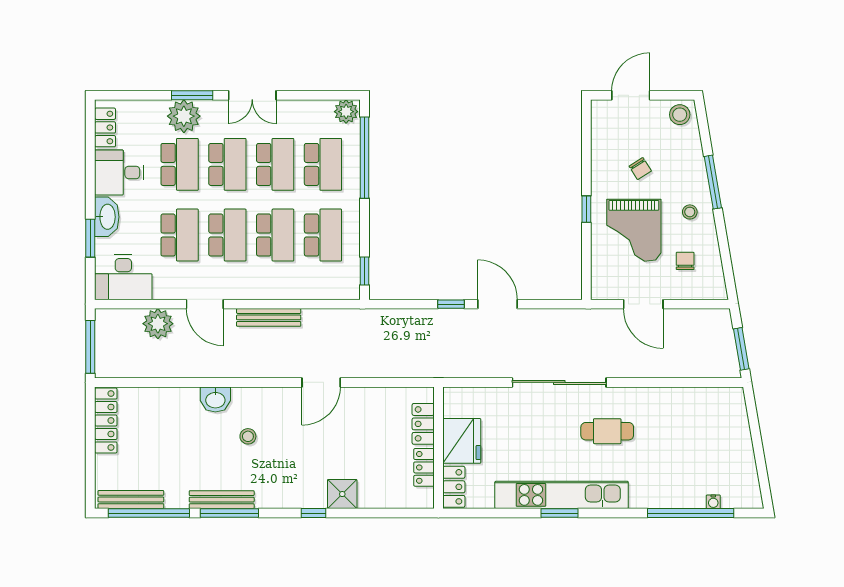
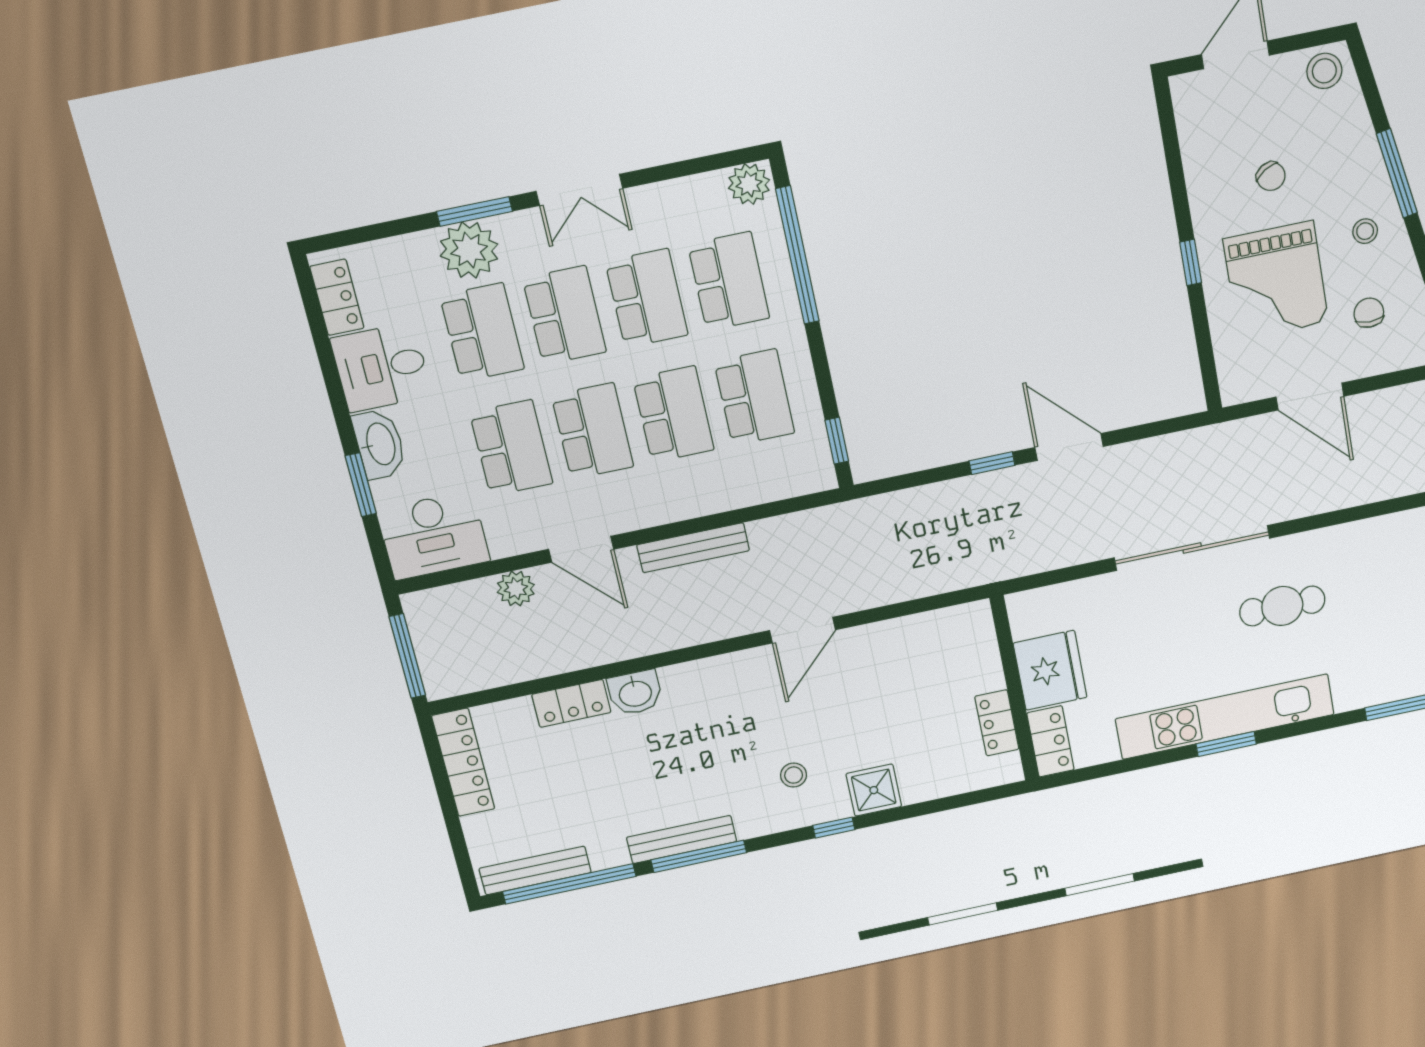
plant: (158, 324) -> (516, 589), width x0.73, depth x0.73
locker: (423, 424) -> (571, 703), moved, turned -90
stool: (248, 436) -> (794, 775), moved

